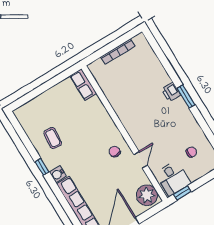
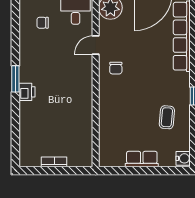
bookcase: (118, 51) -> (54, 162), width x0.64
row of seats: (83, 85) -> (142, 159), moved, turned -90
water cooler: (58, 174) -> (183, 158), moved

